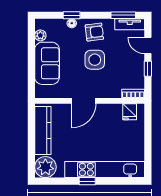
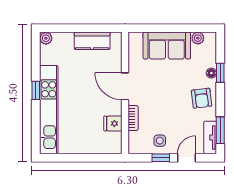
side table: (95, 60) -> (160, 141), moved, width x0.54, depth x0.54
bookcase: (133, 94) -> (133, 118), moved
fridge: (130, 112) -> (113, 123), moved
kitchen counter: (43, 130) -> (92, 41), width x0.67
plant: (45, 167) -> (46, 38), width x0.53, depth x0.53

